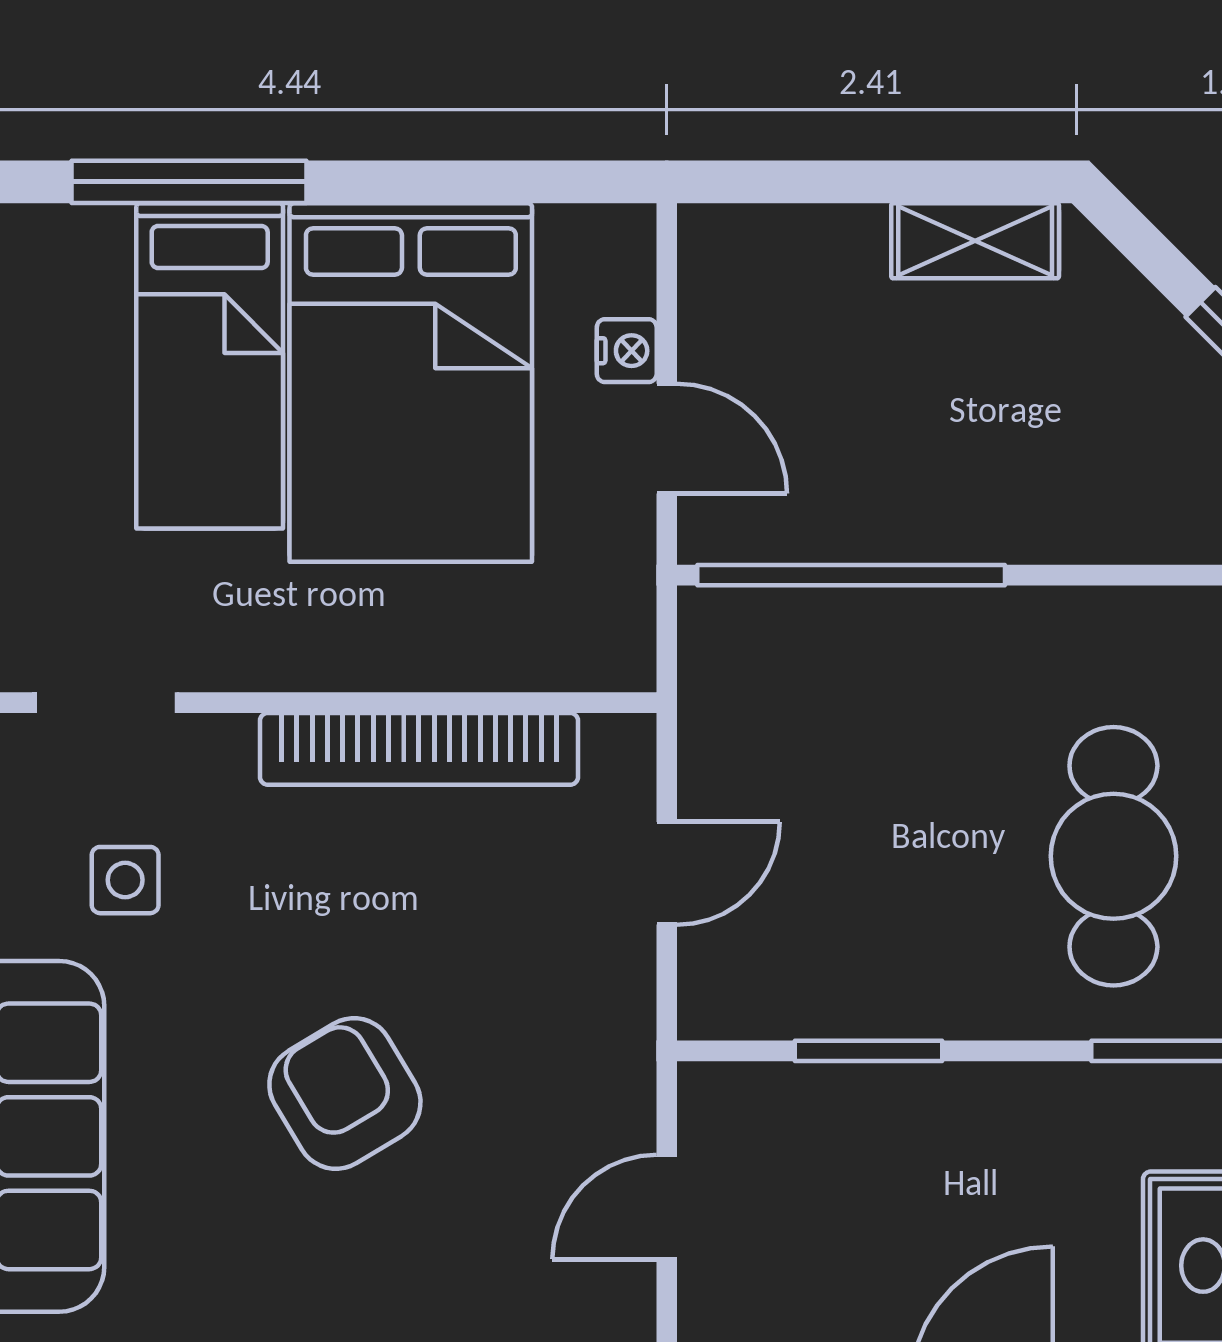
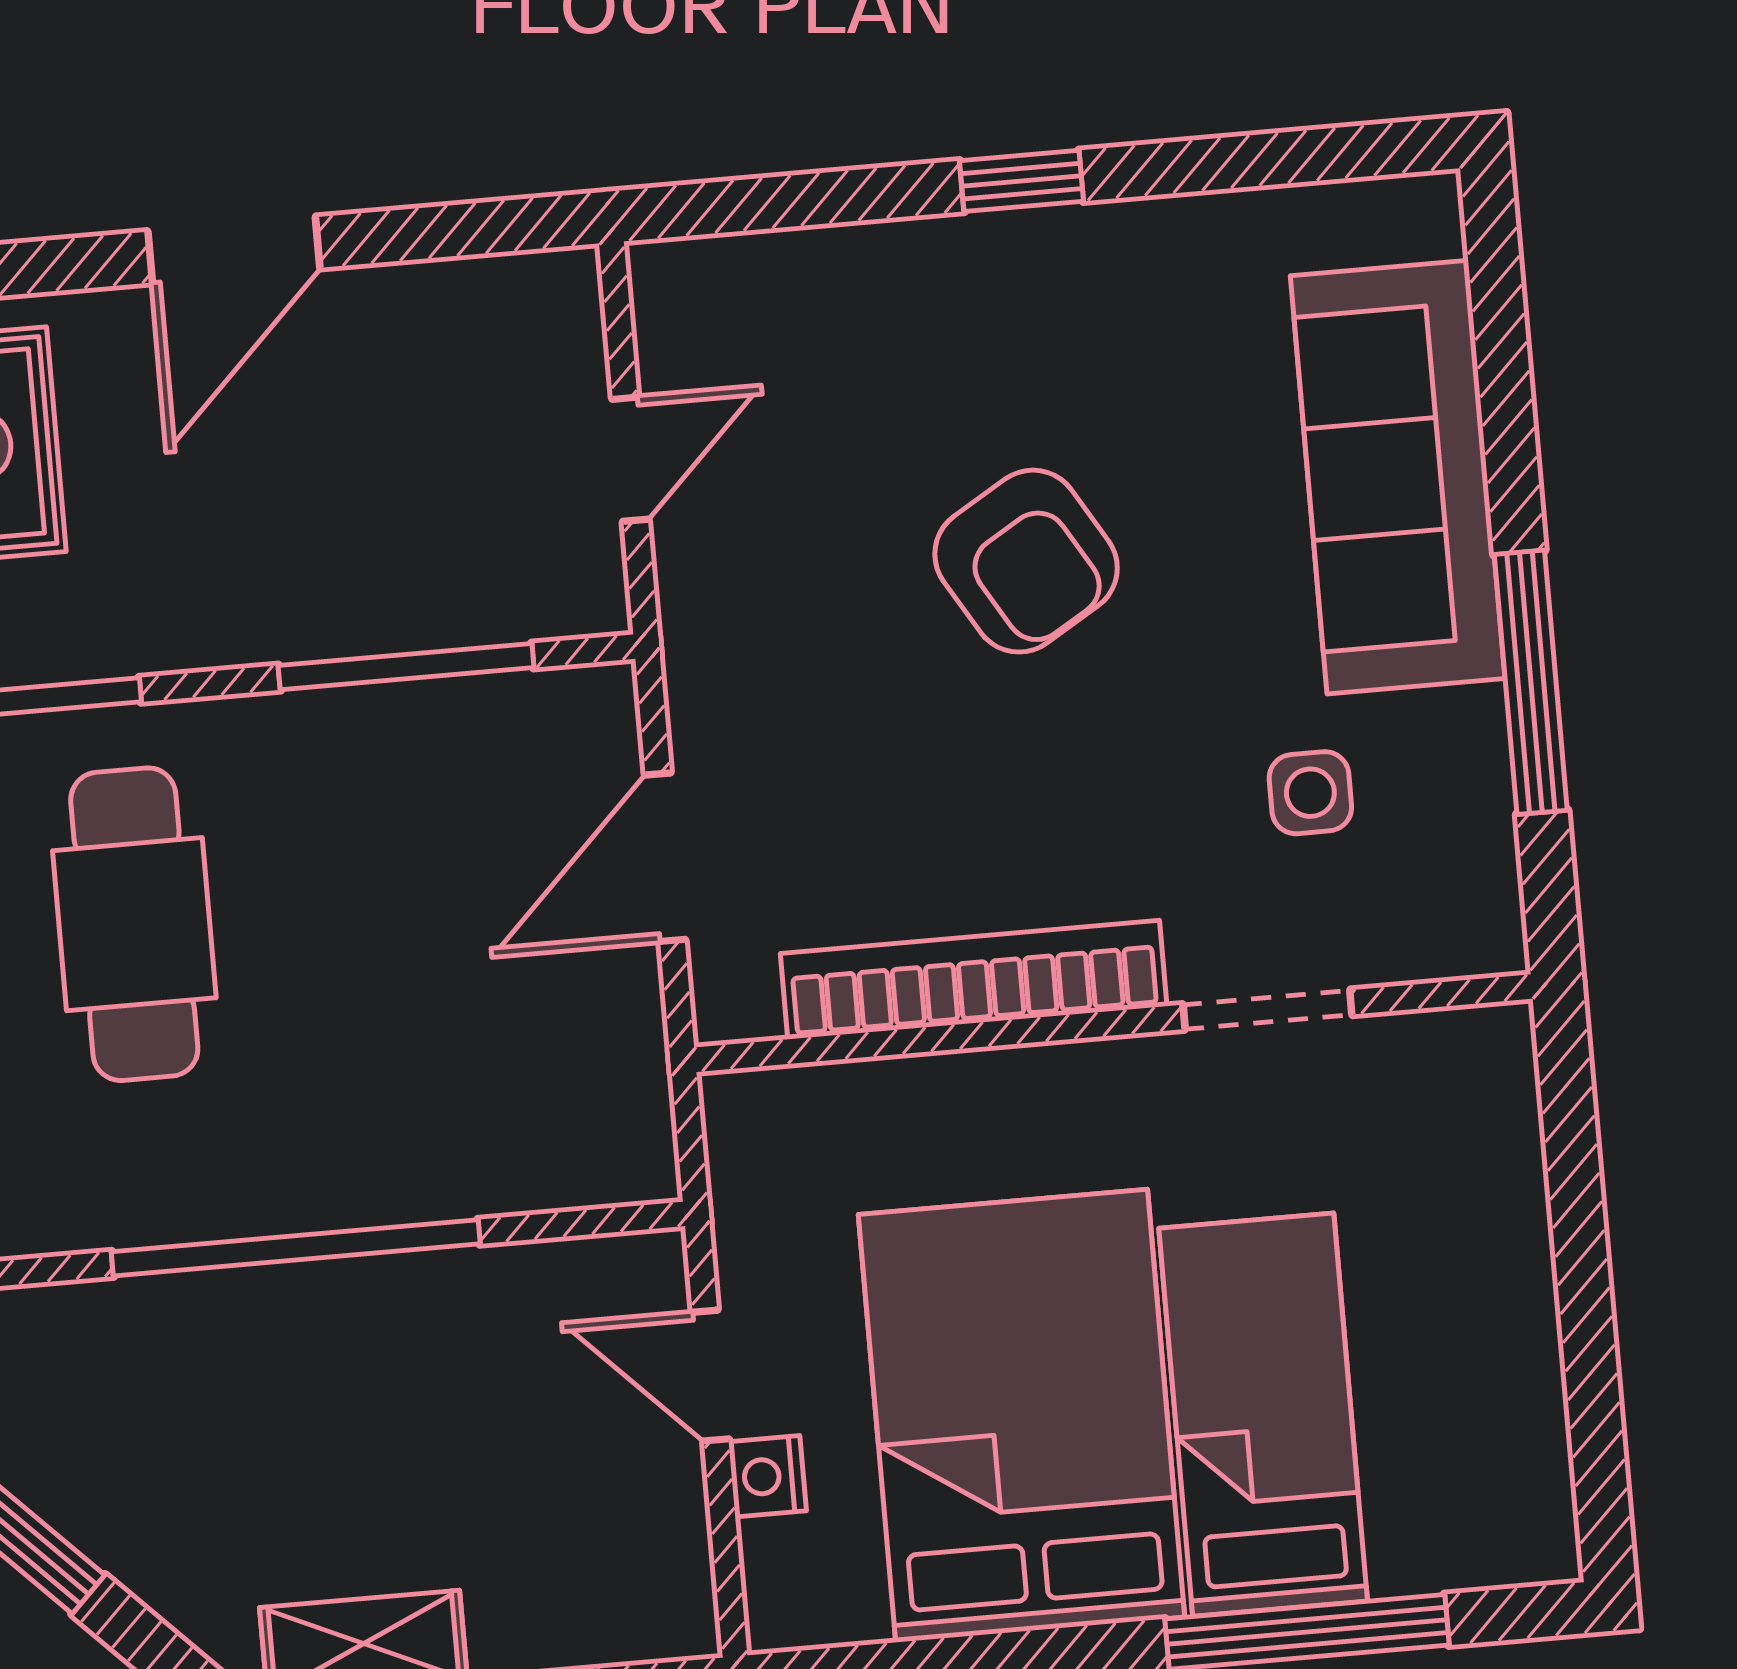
window: (851, 575) -> (296, 1248), moved
doorway: (106, 703) -> (1267, 1010), moved
door: (667, 873) -> (665, 857), width x1.37
window: (869, 1051) -> (406, 667), width x1.44

